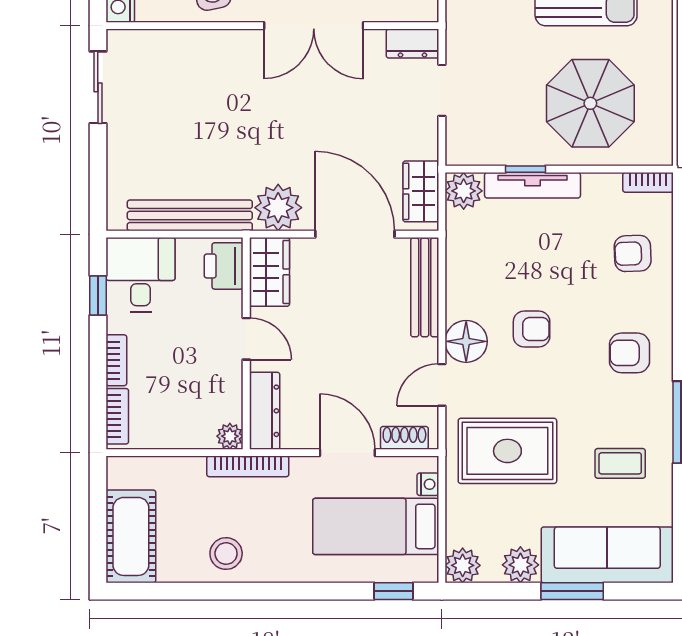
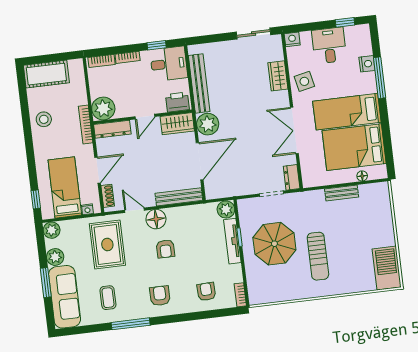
parasol: (590, 103) -> (274, 244), moved
wardrobe: (421, 191) -> (278, 76), moved, turned -90
plant: (230, 436) -> (103, 109), width x1.88, depth x1.88

